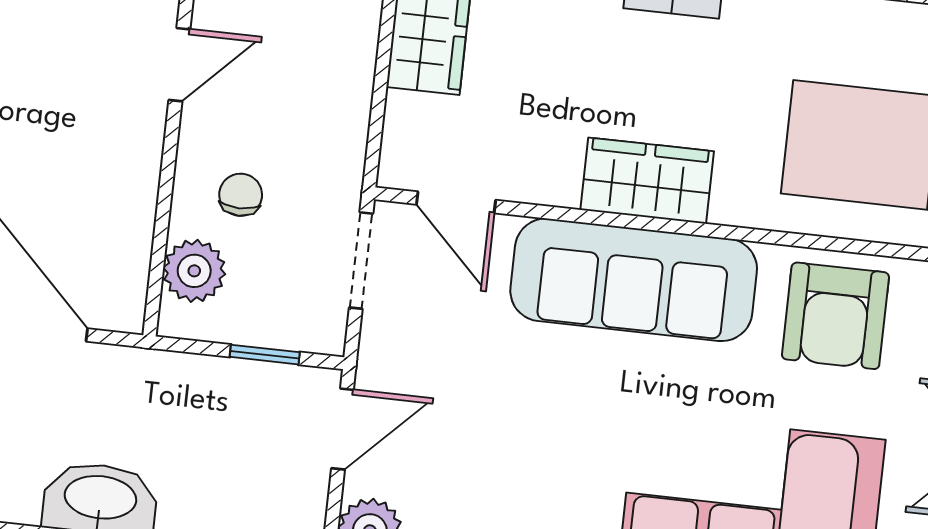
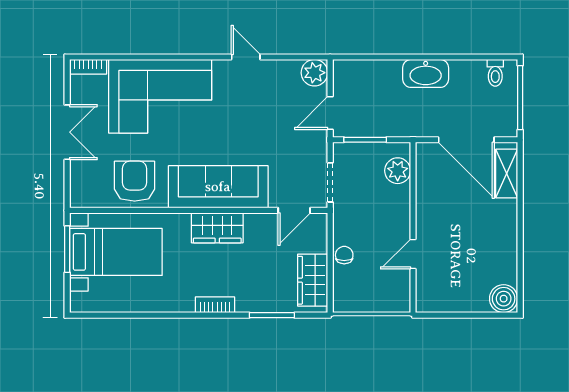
chair: (241, 195) -> (344, 255), moved, turned 180
door: (456, 202) -> (294, 210), swing flipped
window: (265, 355) -> (365, 140), width x1.50

